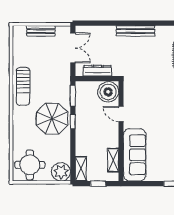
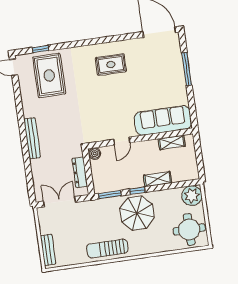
bench: (41, 31) -> (48, 250), moved
sun lounger: (23, 86) -> (107, 248), turned 180
boiler: (108, 92) -> (95, 154), width x0.54, depth x0.54
shelving: (81, 169) -> (158, 179), moved
window: (98, 184) -> (199, 155), removed

